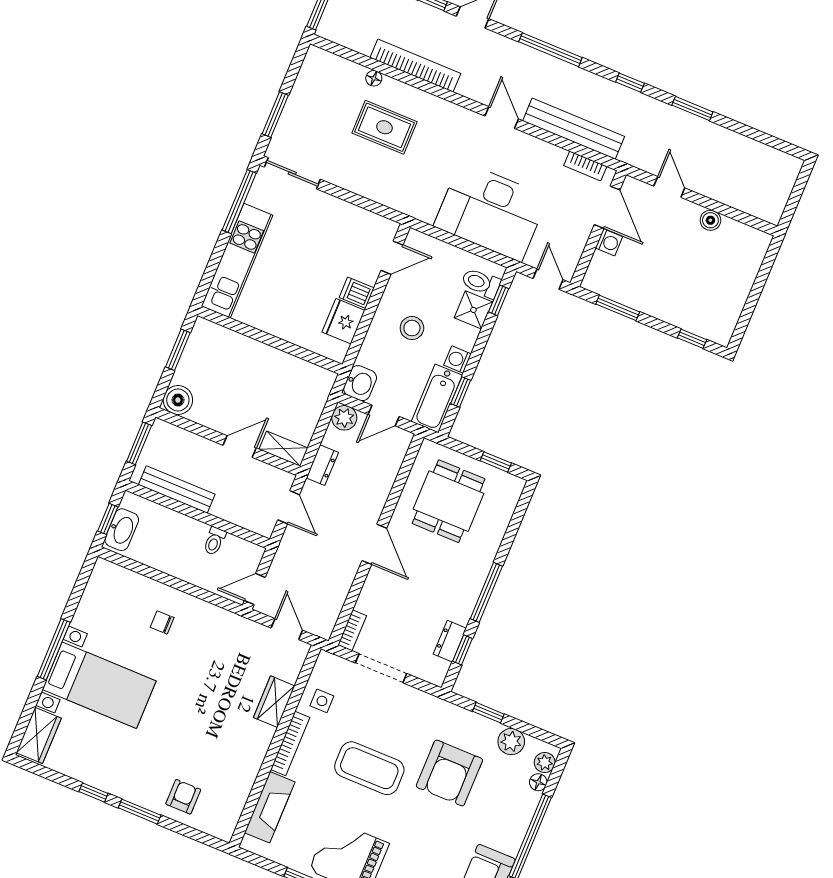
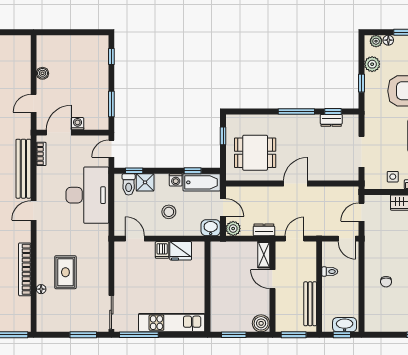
bookcase: (352, 630) -> (347, 176), removed

